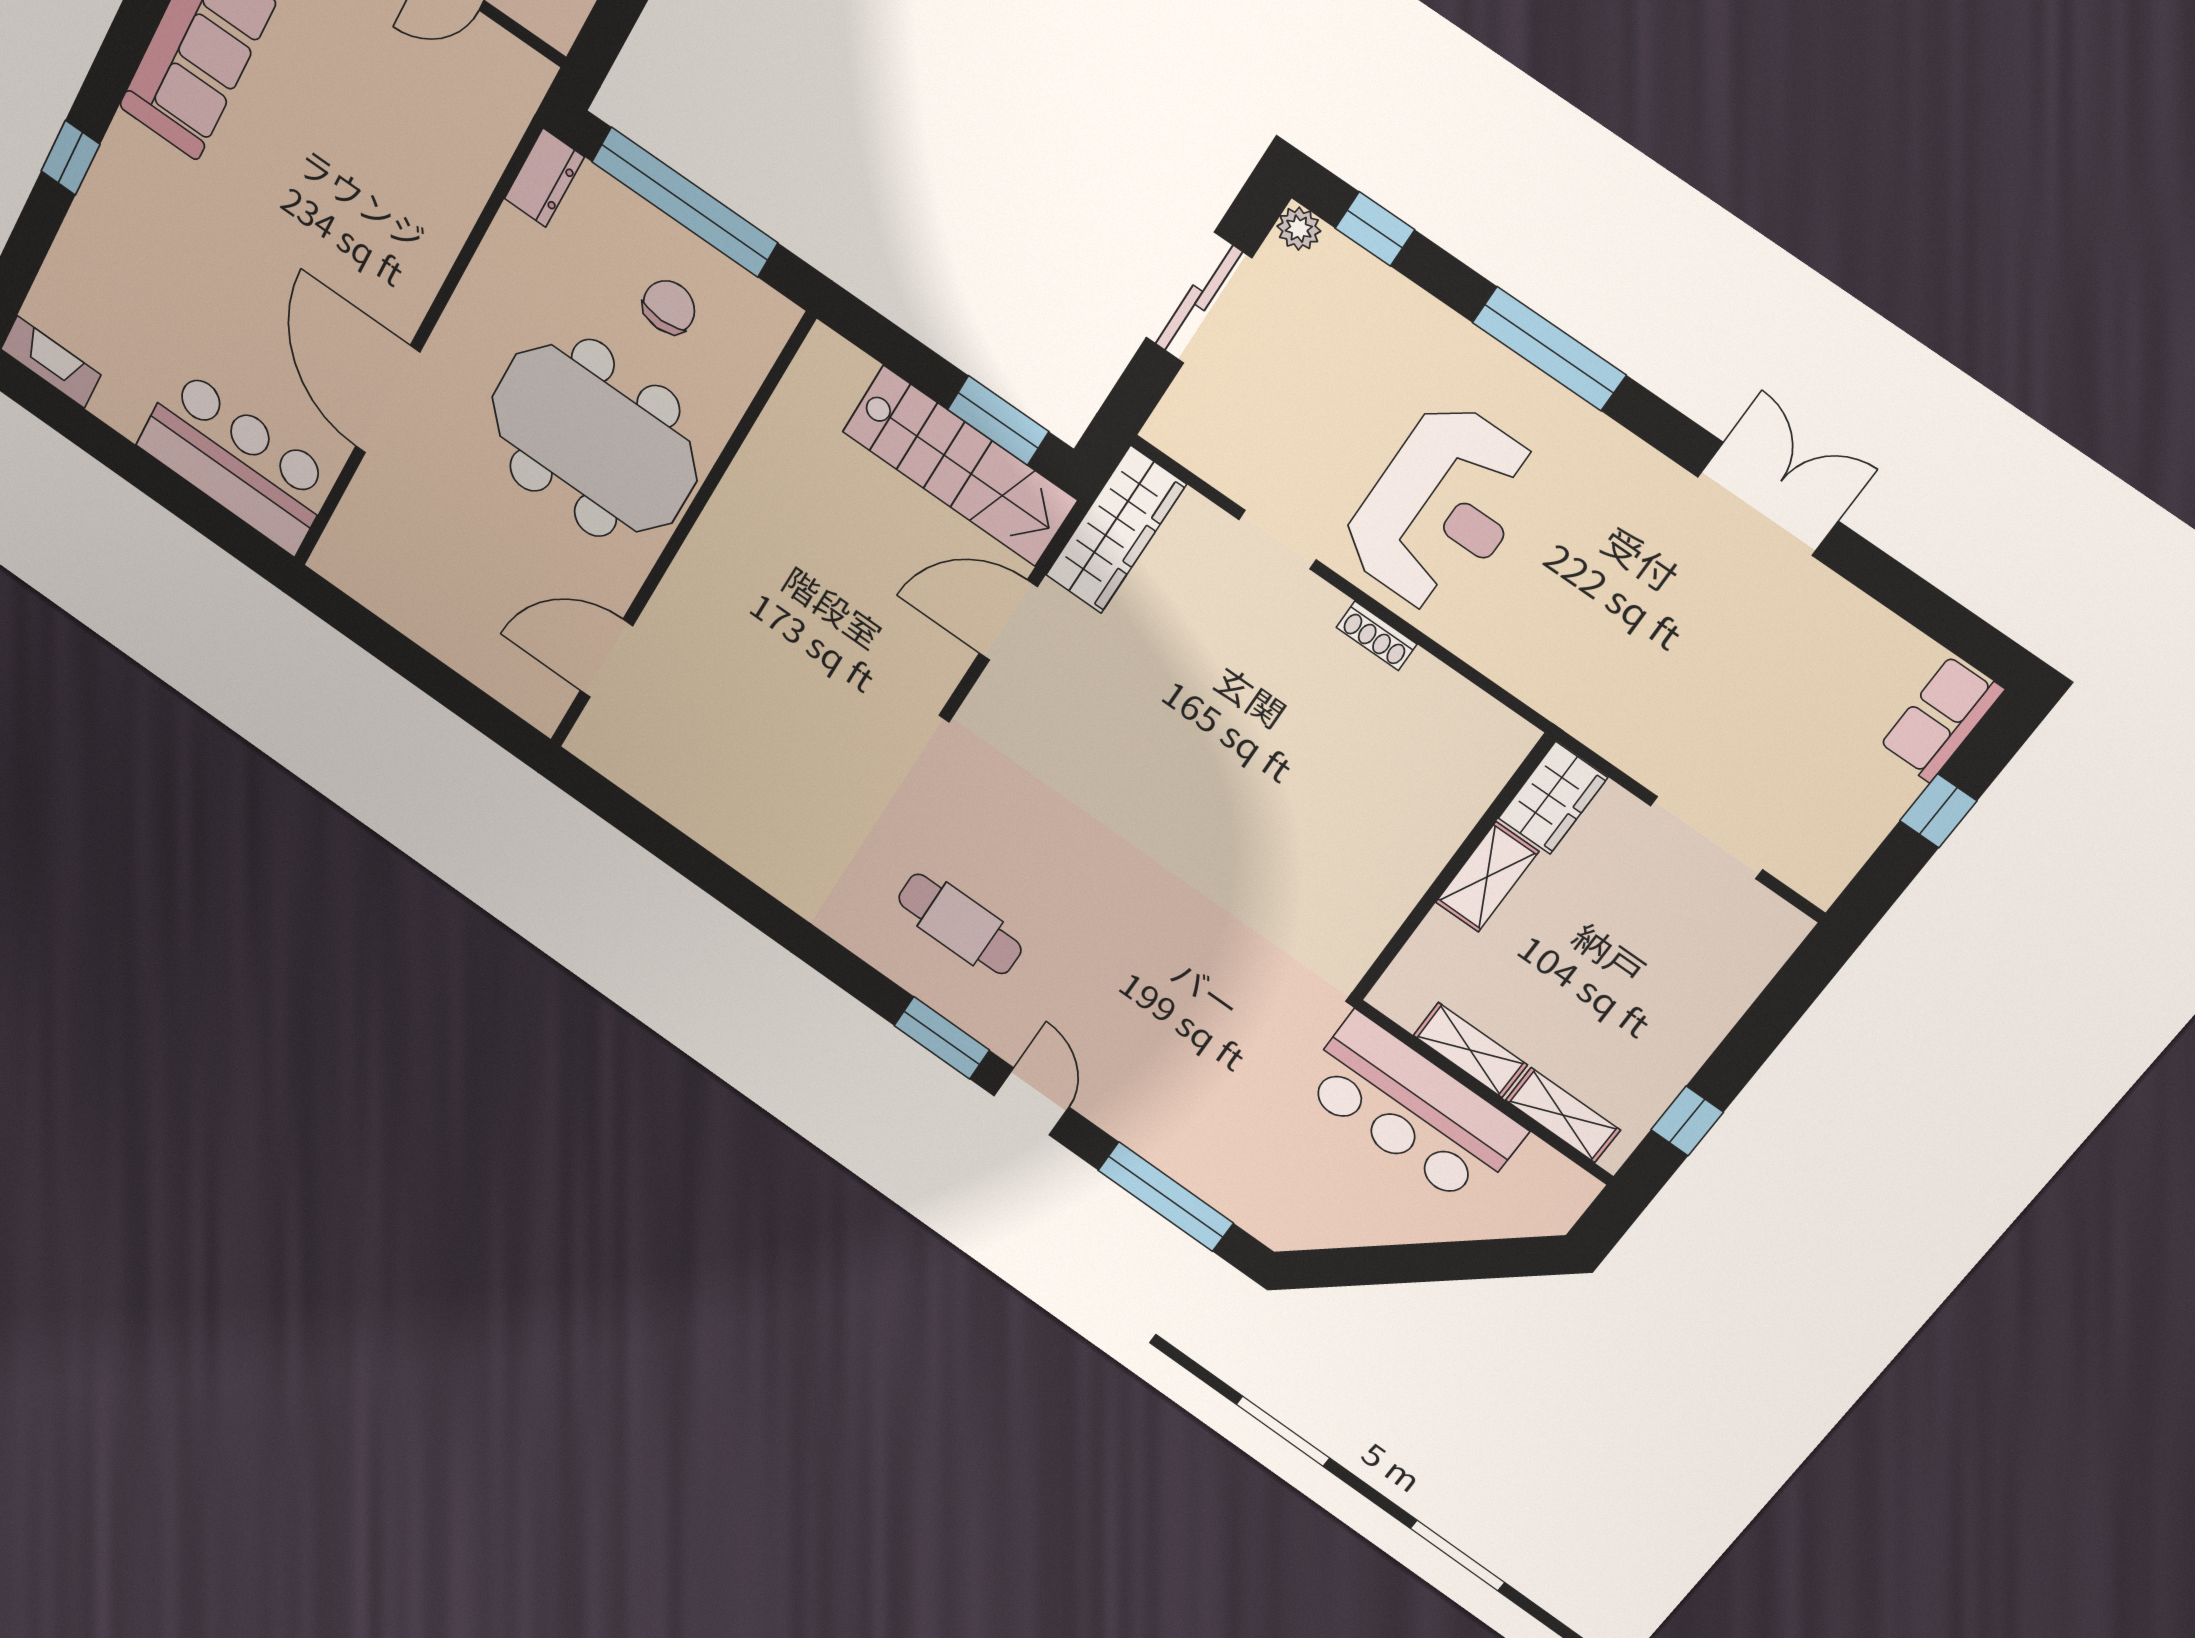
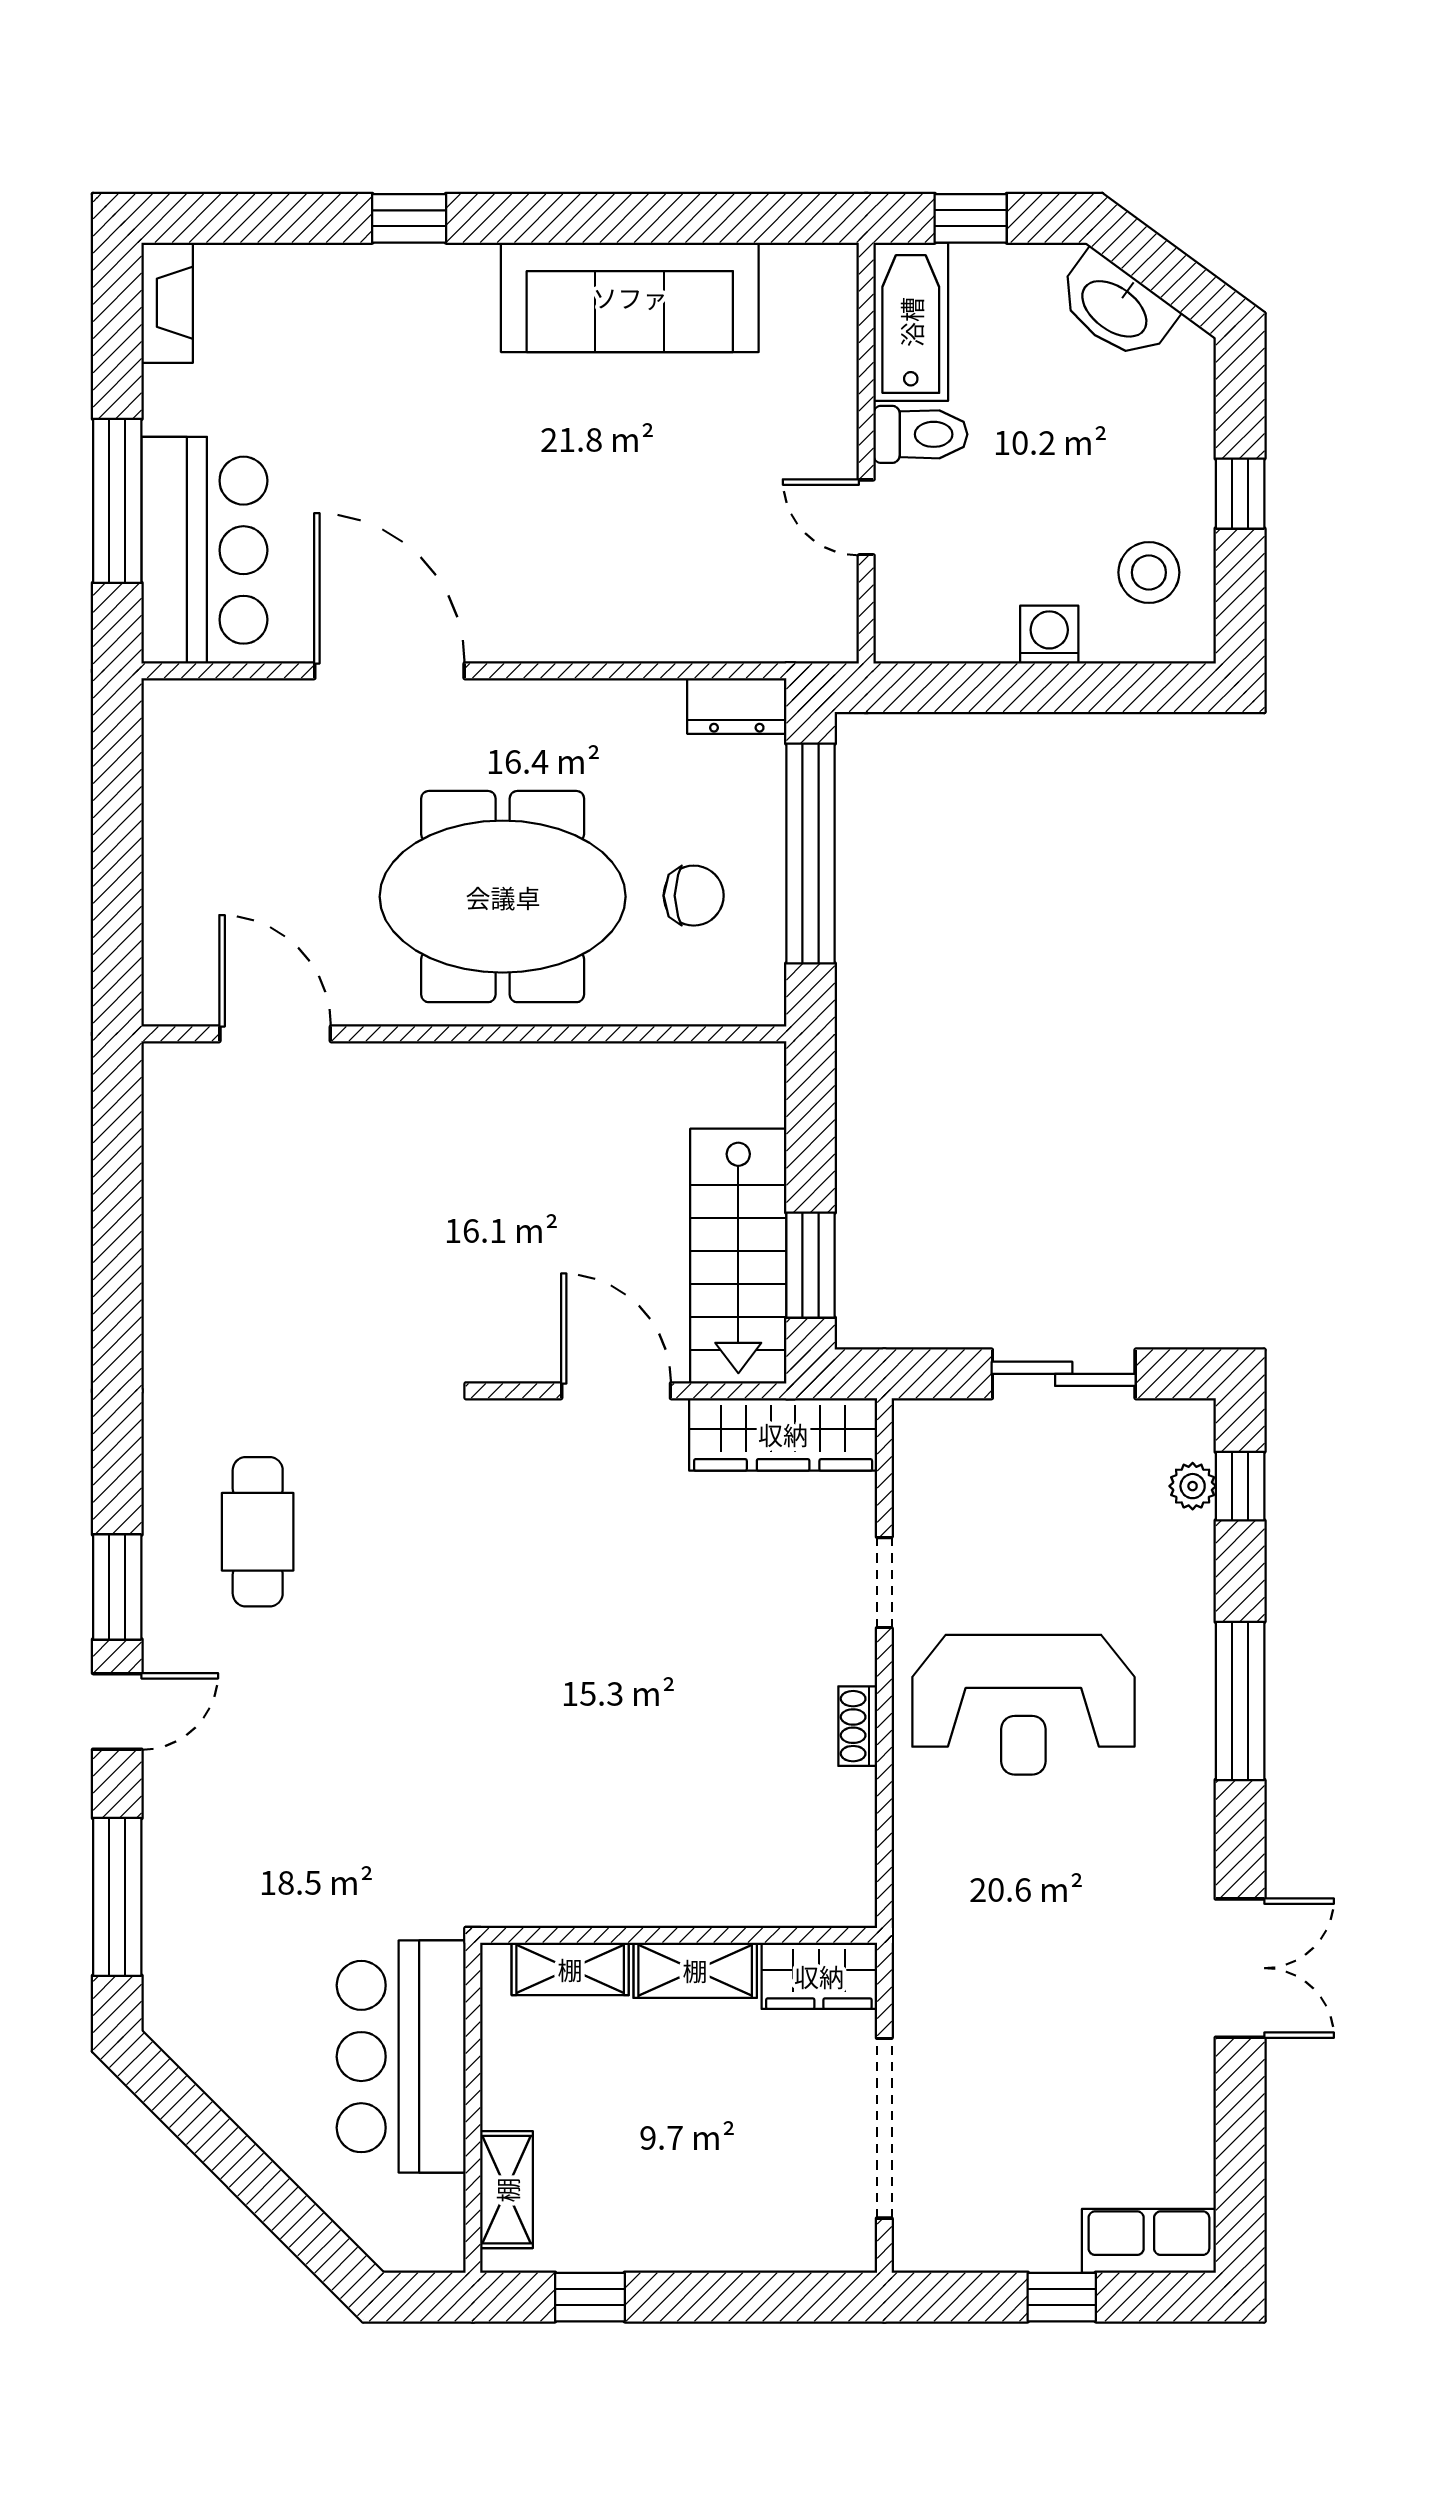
plant: (1299, 229) -> (1193, 1486), moved
door: (388, 399) -> (389, 671), hinge flipped
meeting table: (594, 439) -> (503, 897), turned 90
window: (172, 492) -> (117, 501), added
doorway: (1707, 838) -> (884, 2128), width x1.36
shelving: (1470, 1050) -> (570, 1969), moved, turned 90

